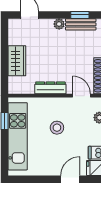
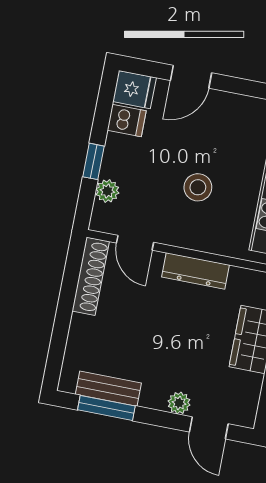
window: (80, 15) -> (106, 408), width x1.50
plant: (59, 24) -> (179, 403), moved

